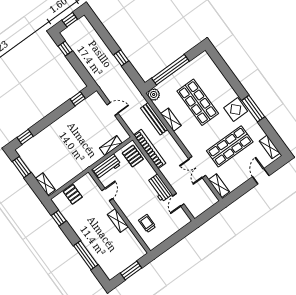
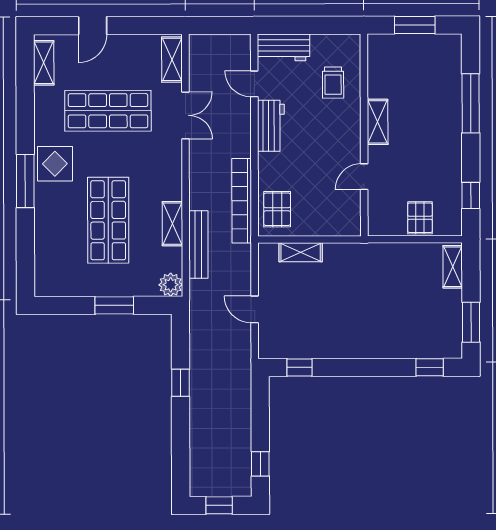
window: (170, 70) -> (114, 305), width x0.47
window: (253, 109) -> (25, 181), moved
workbench: (107, 167) -> (284, 47), moved, turned 180
door: (179, 200) -> (254, 84), swing flipped

